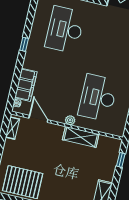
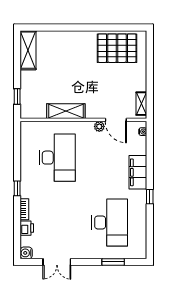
filing cabinet: (26, 85) -> (138, 172), moved
plant: (70, 120) -> (99, 126), moved

